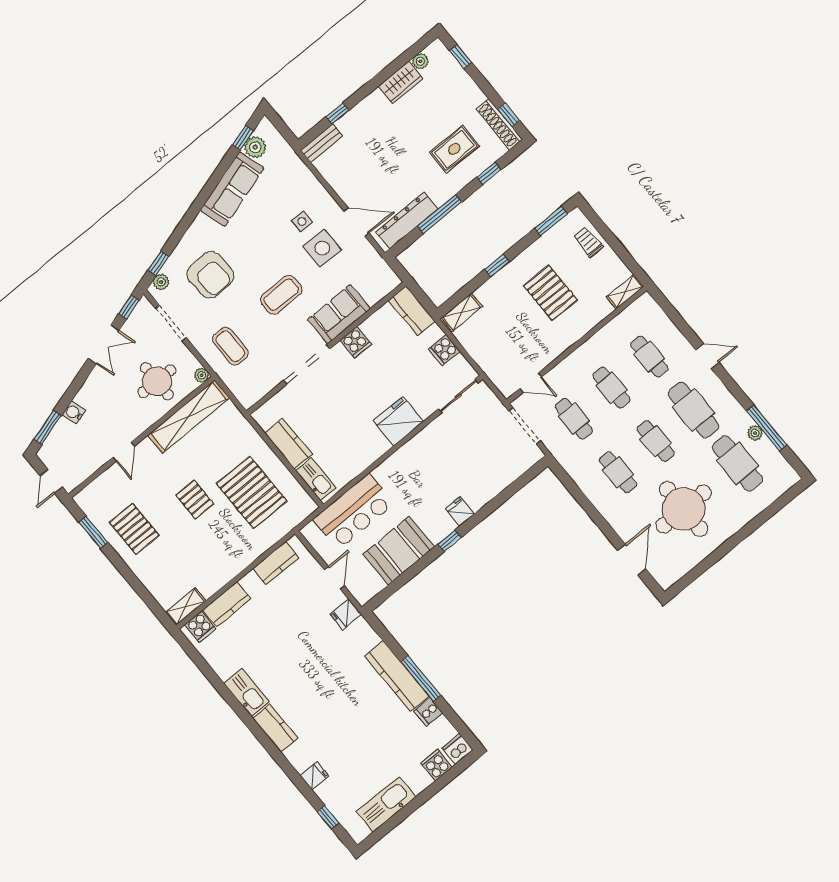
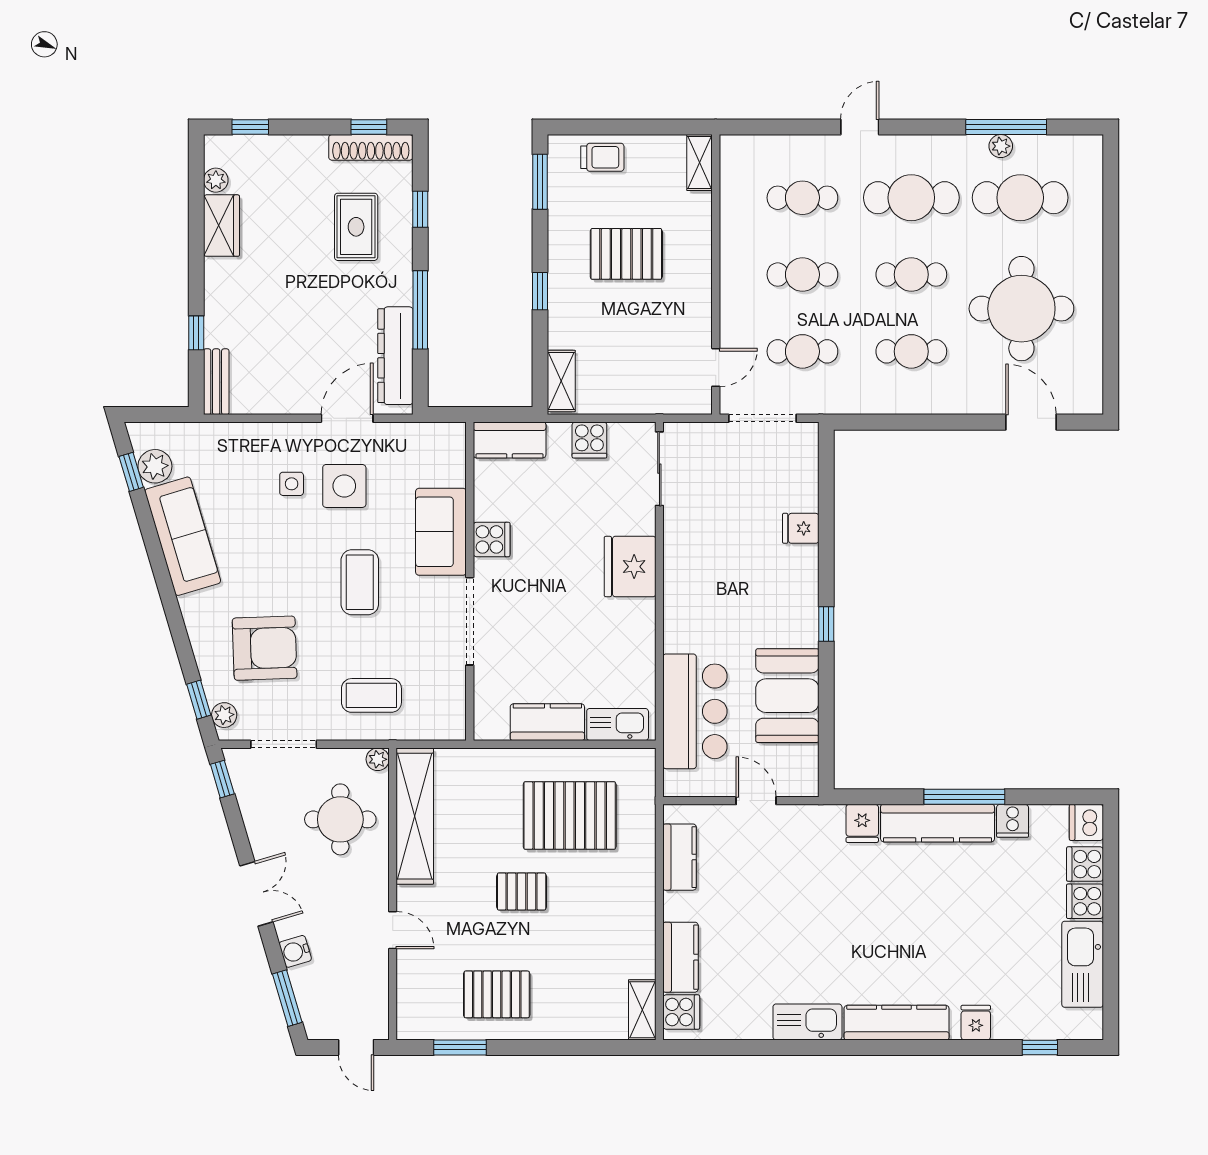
trolley: (588, 242) -> (602, 157), turned 180
double door: (104, 345) -> (256, 894), moved
fridge: (460, 511) -> (801, 528), moved
fridge: (346, 614) -> (862, 823), moved
kitchen counter: (275, 728) -> (897, 1023), width x1.50
cooker: (418, 780) -> (1085, 901), added

